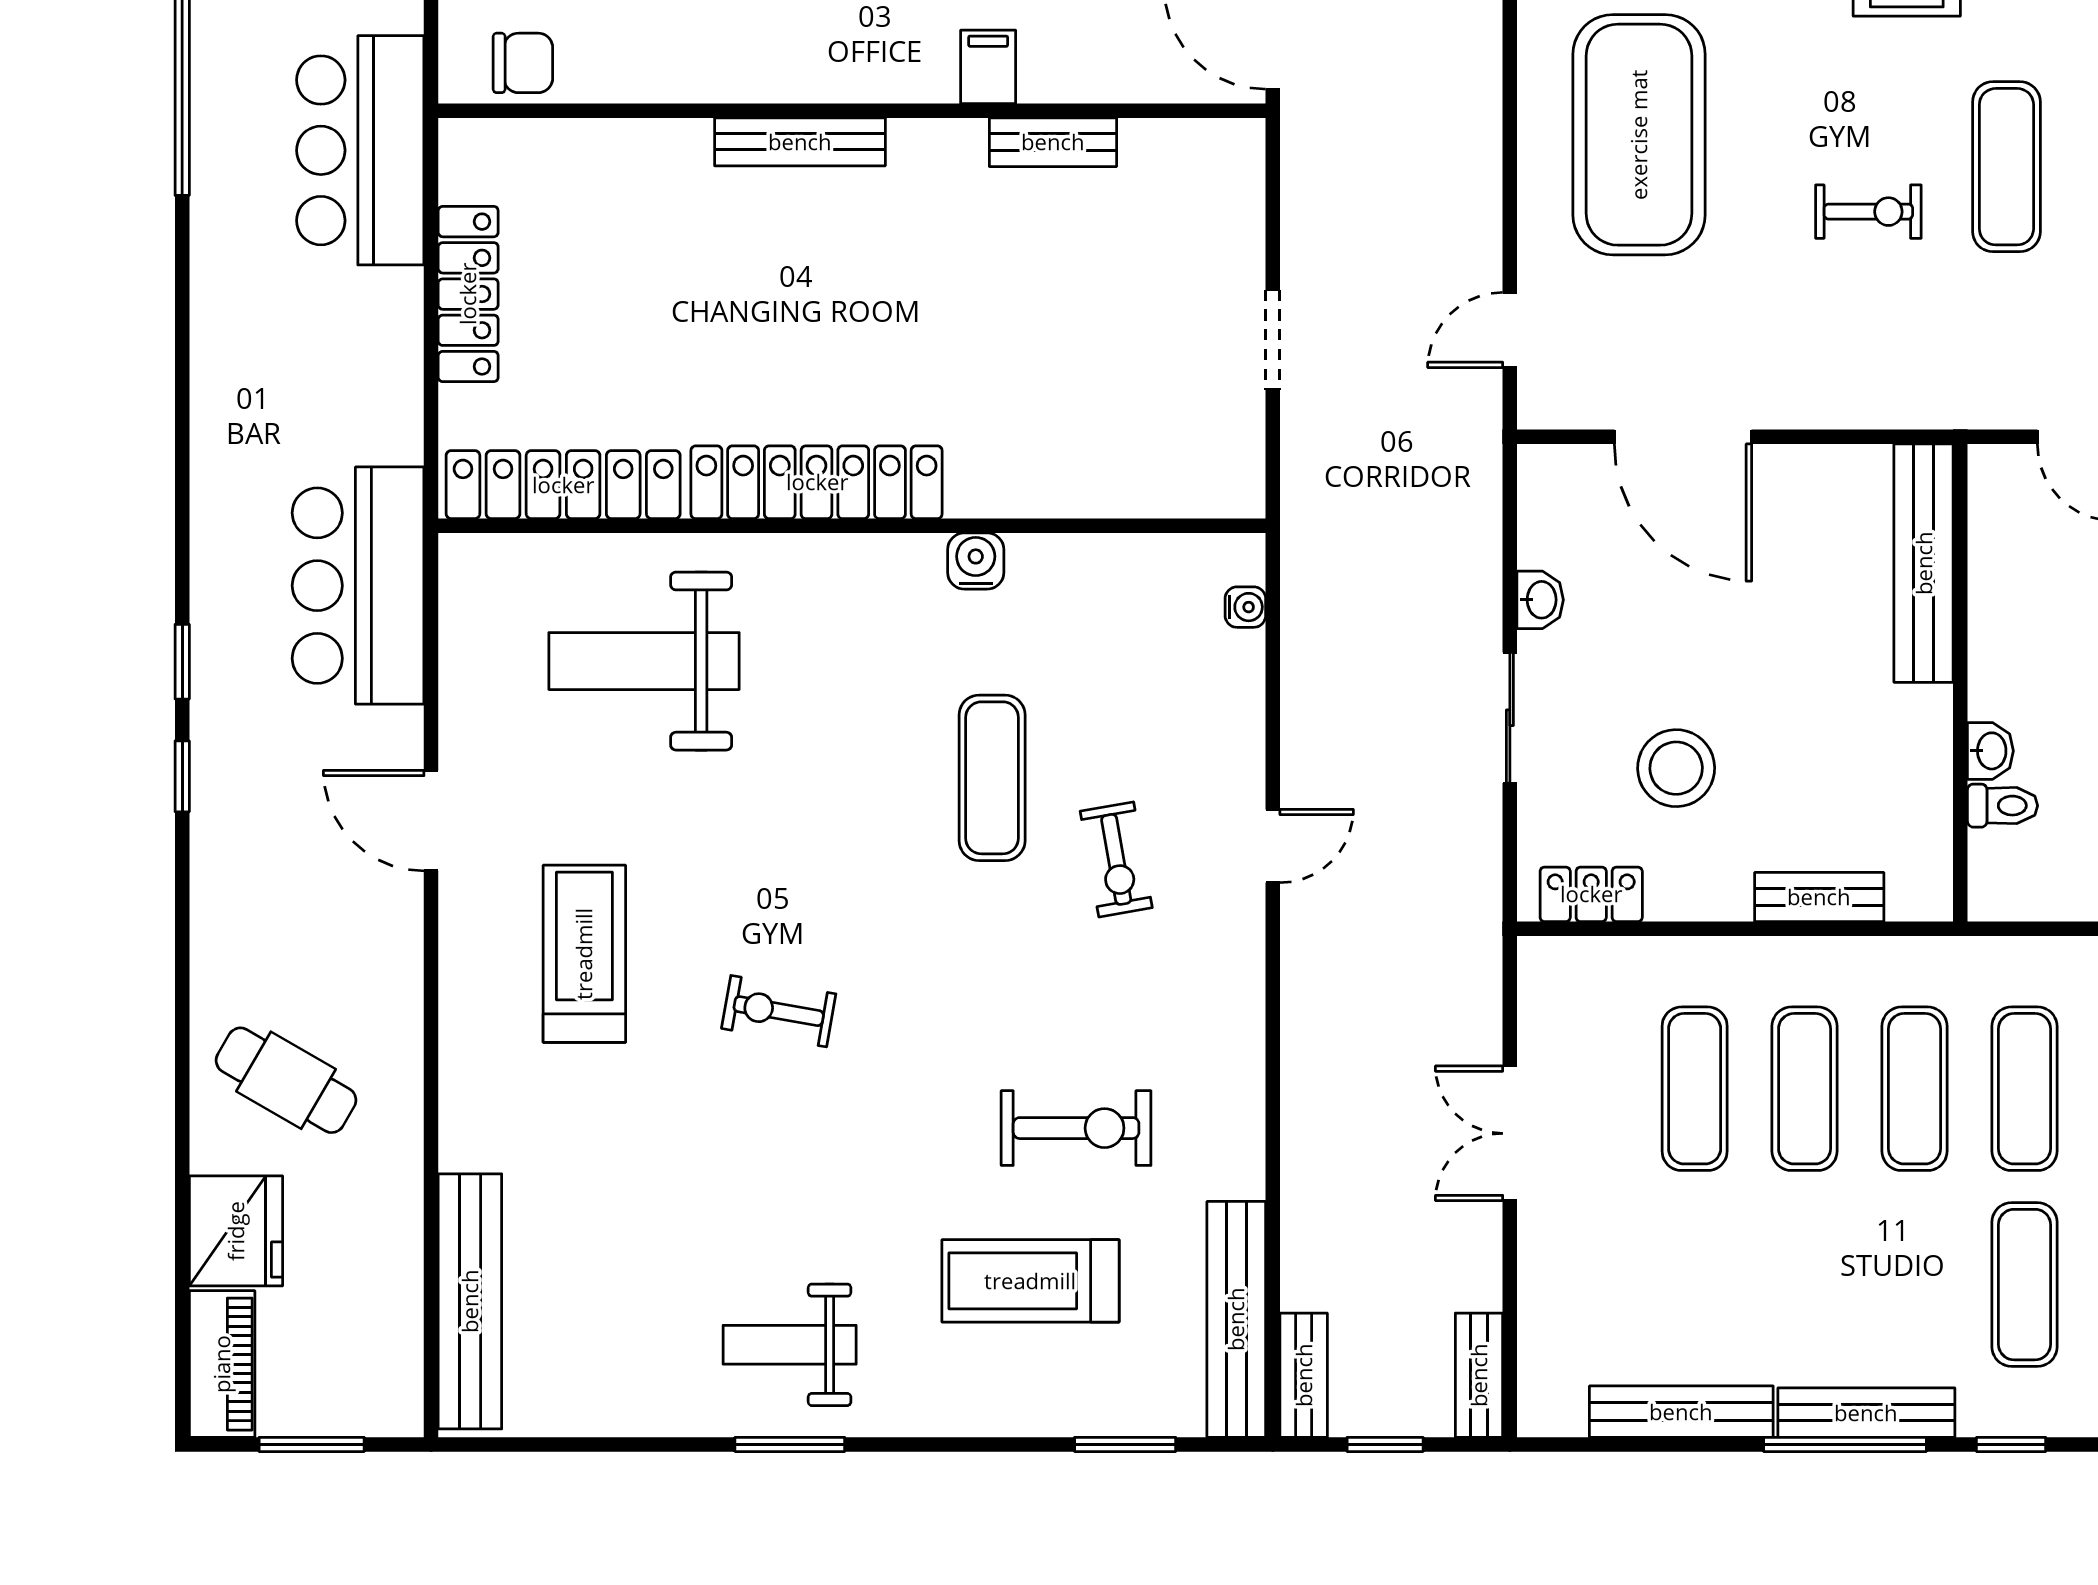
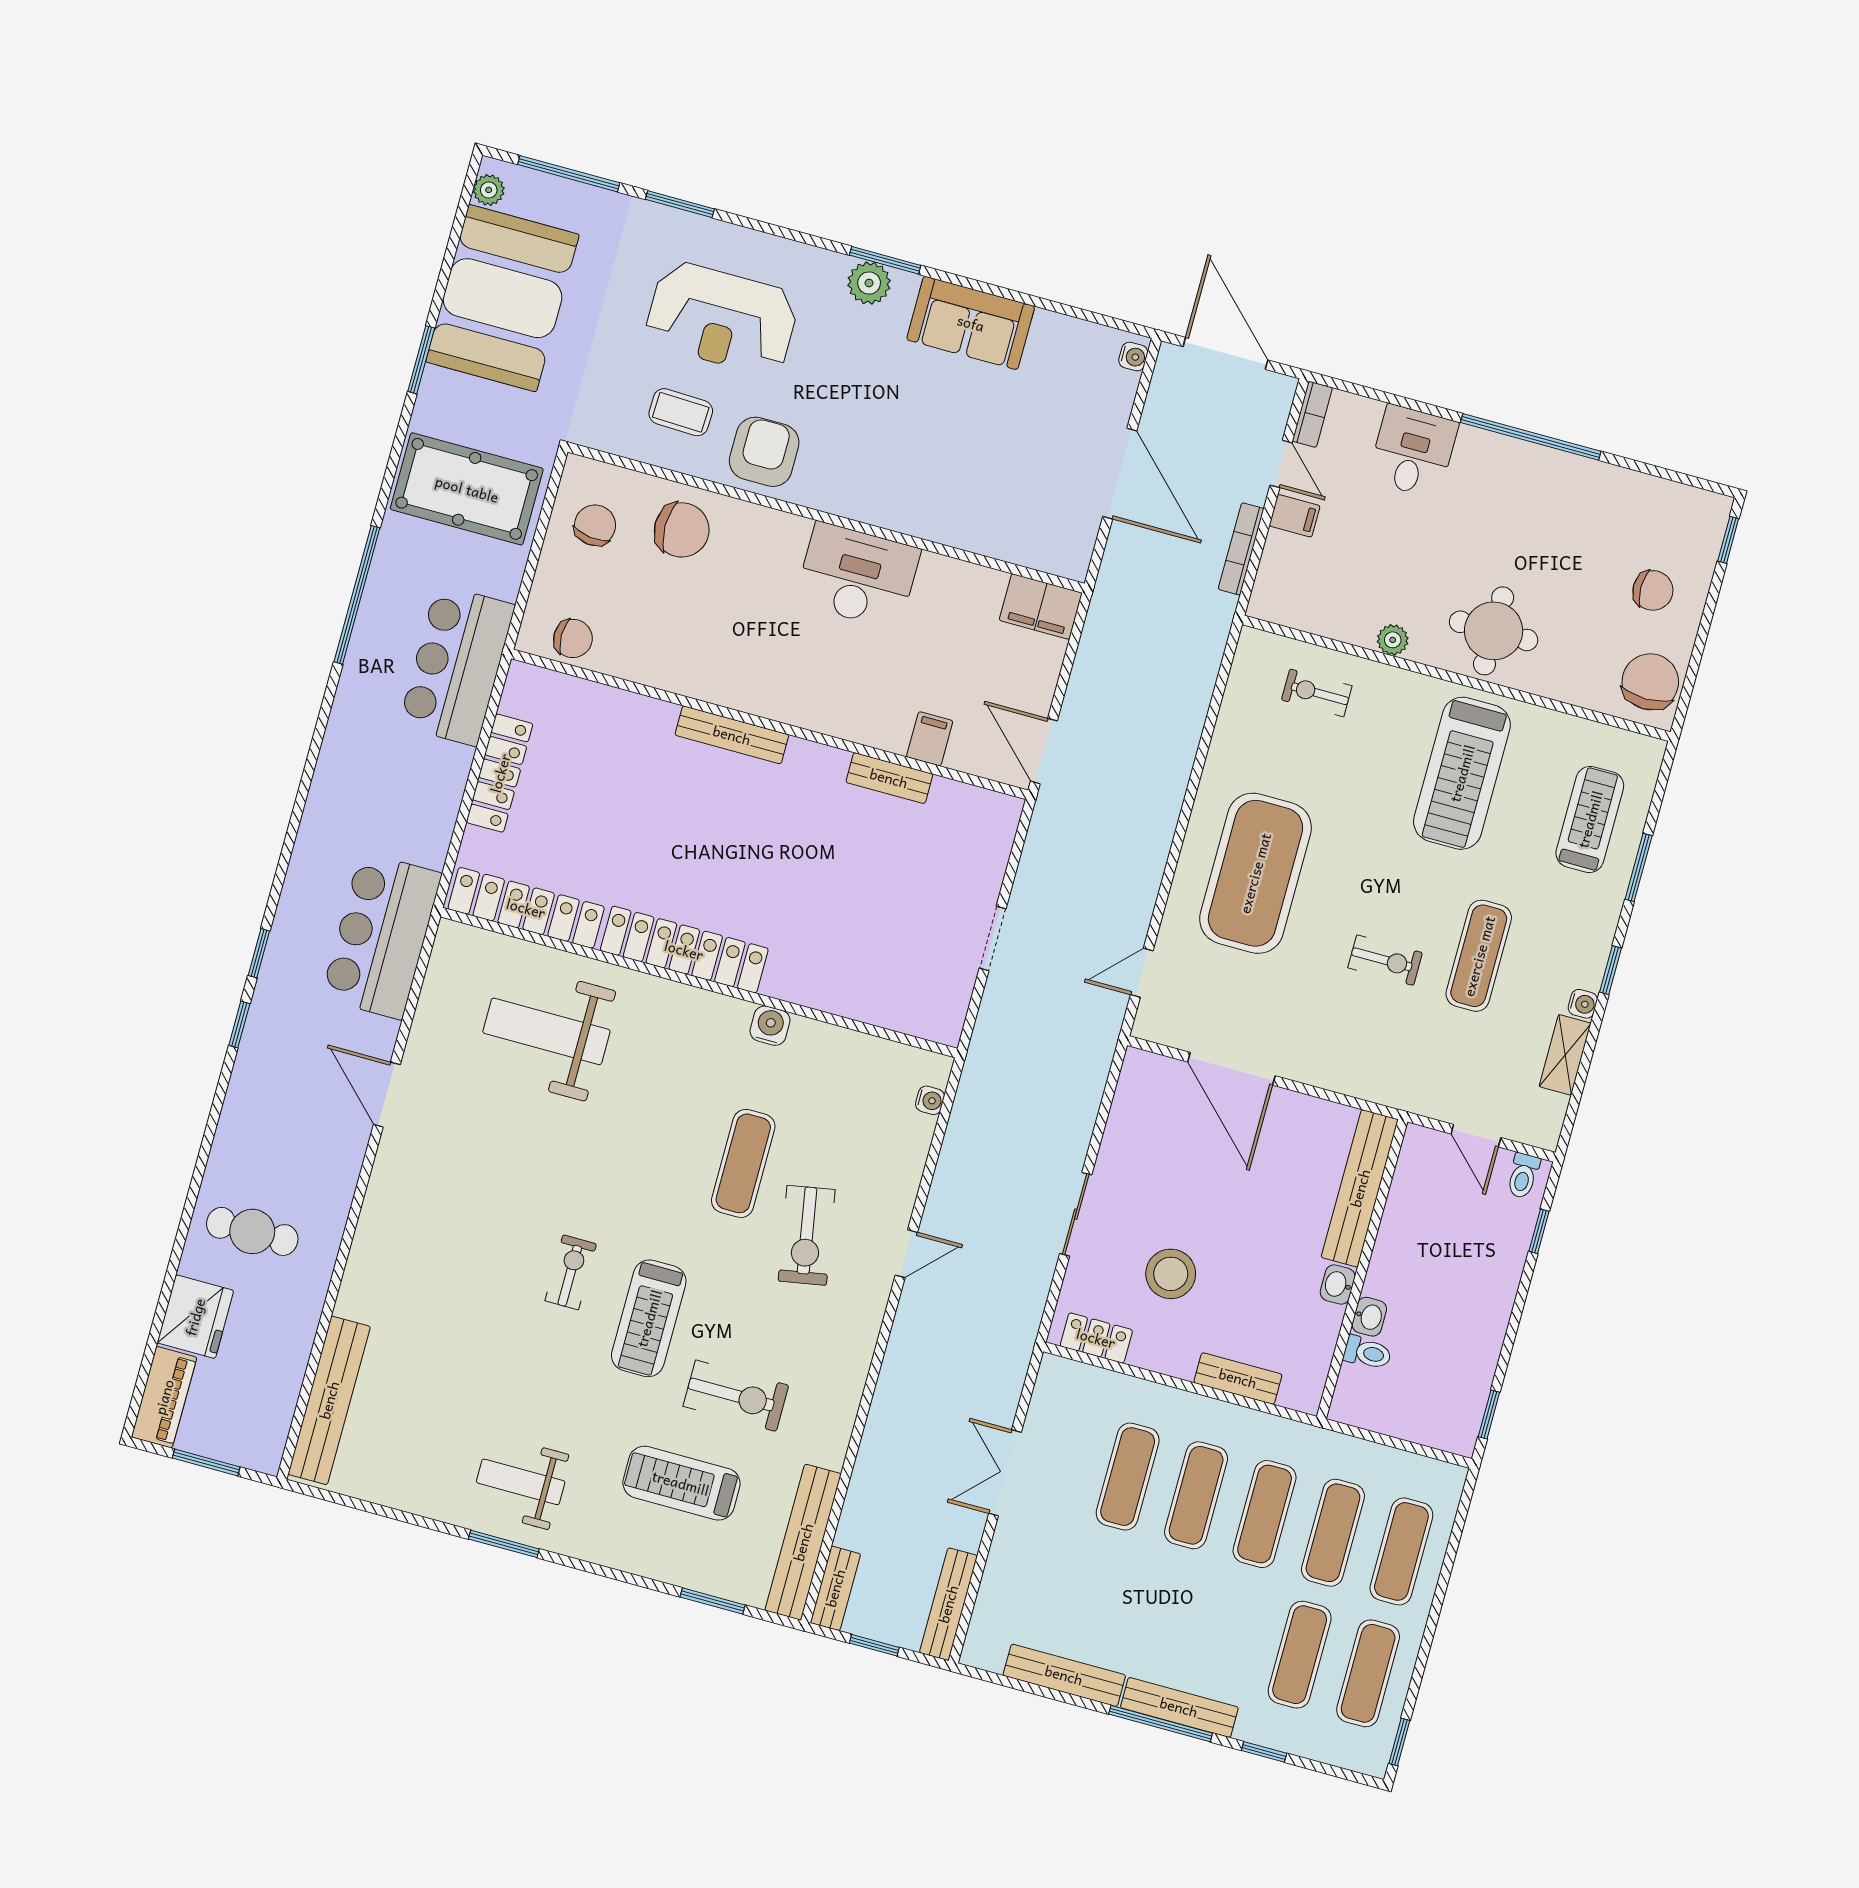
filing cabinet: (988, 67) -> (930, 739), moved
washbasin: (1540, 600) -> (1338, 1284), moved, turned 180
exercise bike: (1116, 859) -> (807, 1235), width x1.38, depth x1.39
treadmill: (584, 954) -> (649, 1318), moved, turned 180
exercise bike: (779, 1011) -> (571, 1272), turned 80
cafe table: (286, 1080) -> (252, 1231), turned -30
bench: (1479, 1375) -> (948, 1604), width x1.36

